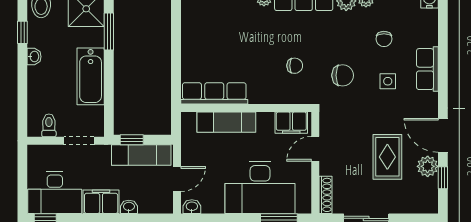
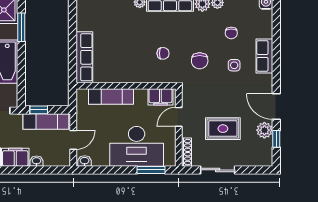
chair: (343, 75) -> (200, 61), turned 90
row of seats: (214, 93) -> (84, 57), moved, turned 90
rug: (387, 157) -> (223, 129), moved, turned 90

